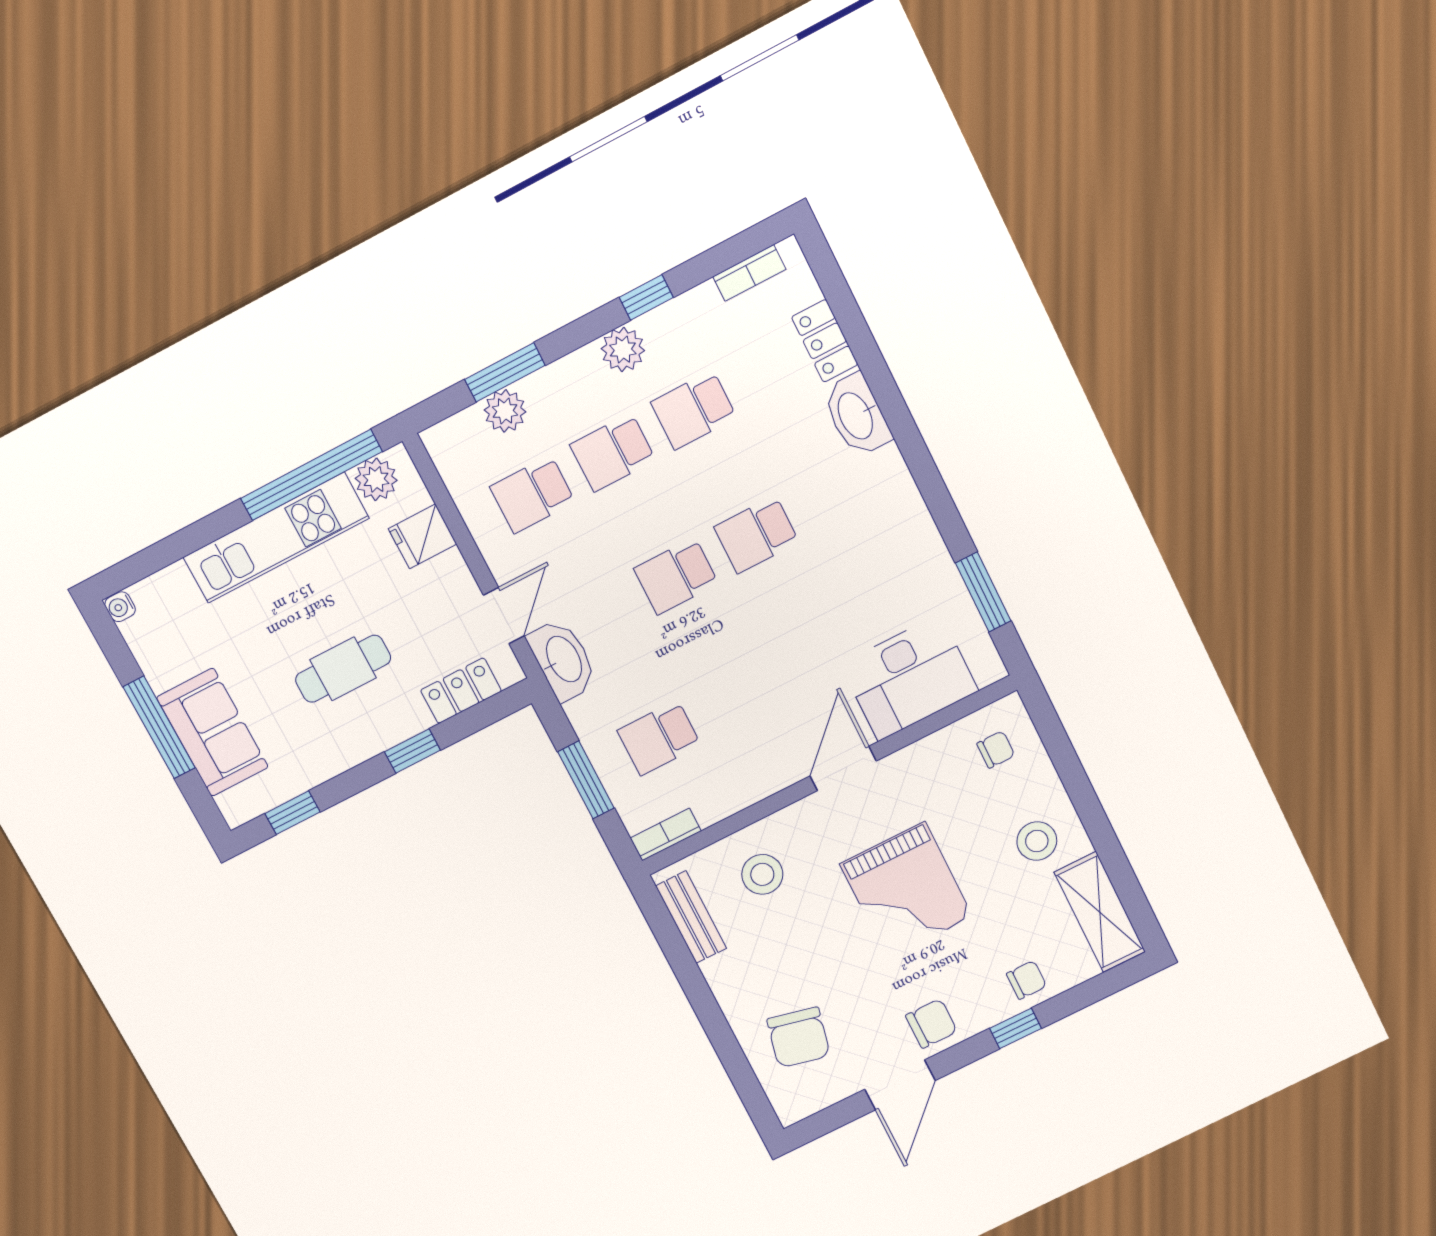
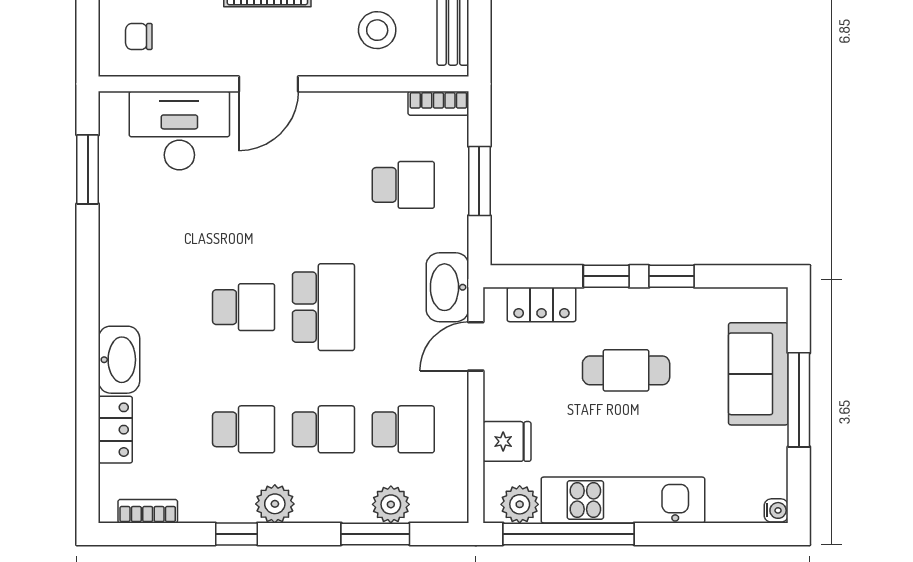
school desk: (676, 576) -> (323, 307), width x1.85
window: (292, 813) -> (672, 276), moved

